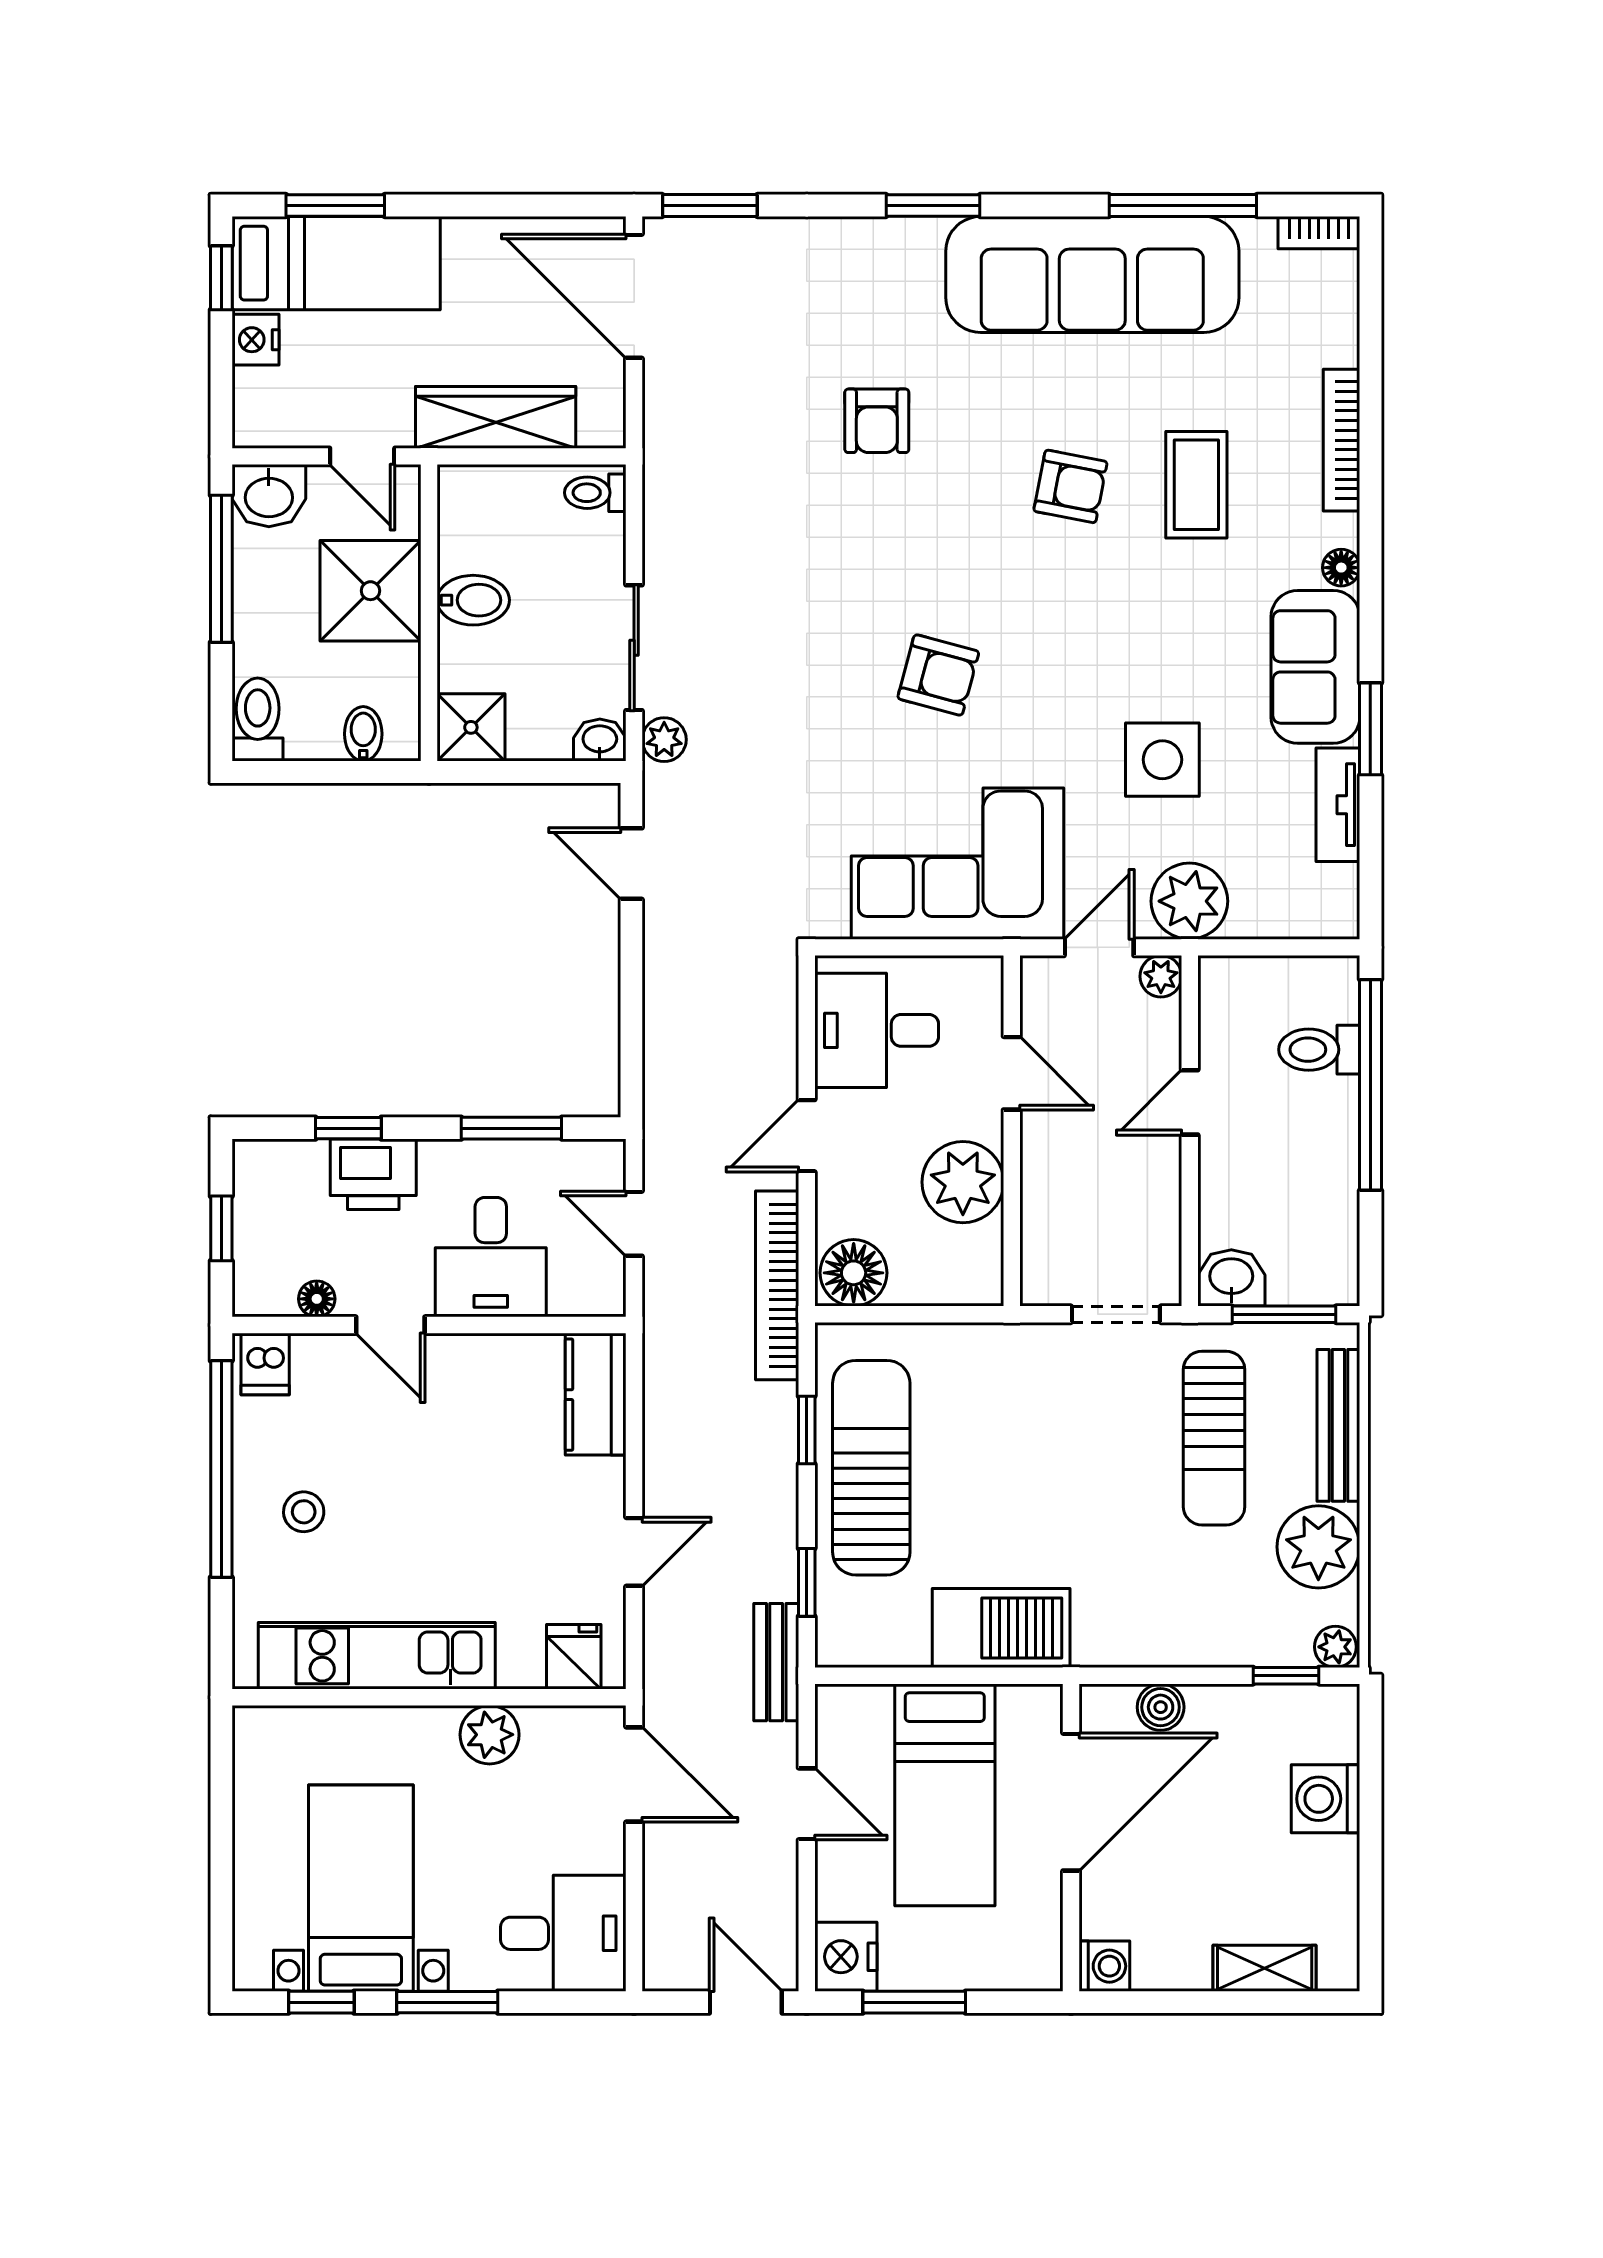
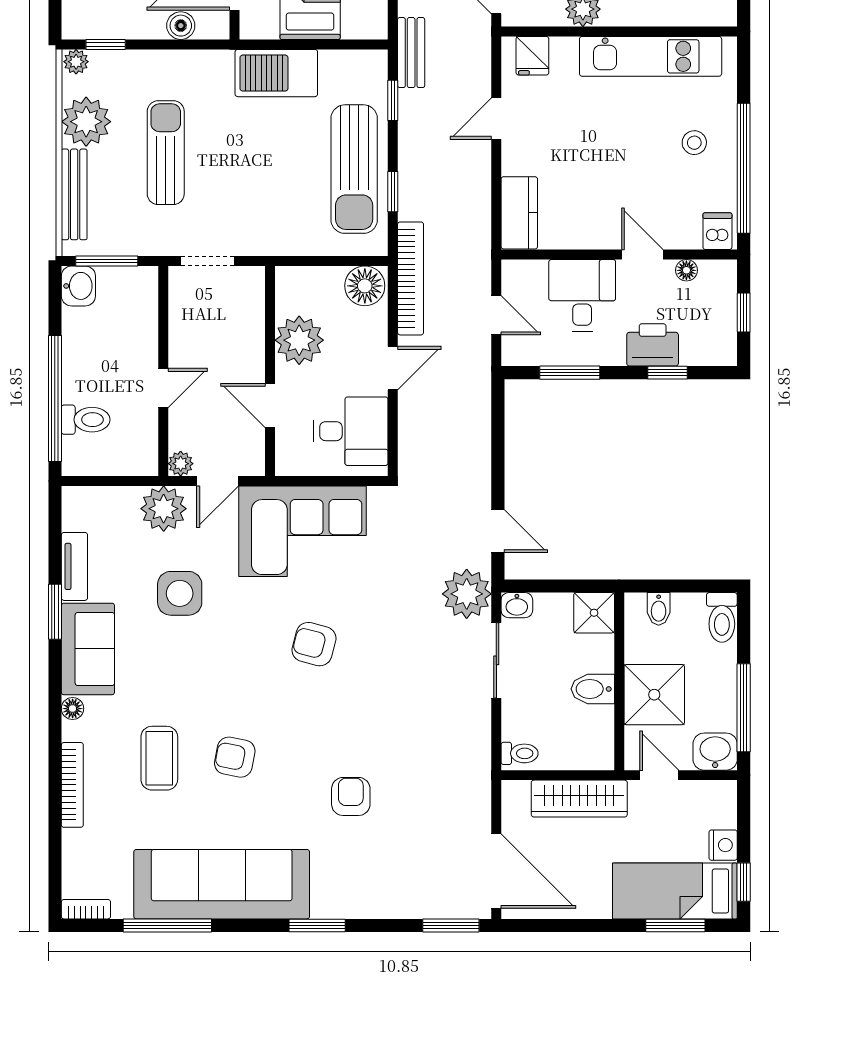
plant: (664, 740) -> (467, 594), width x1.88, depth x1.88
washbasin: (1231, 1278) -> (78, 286), moved, turned -90
sun lounger: (1214, 1438) -> (166, 153), moved

